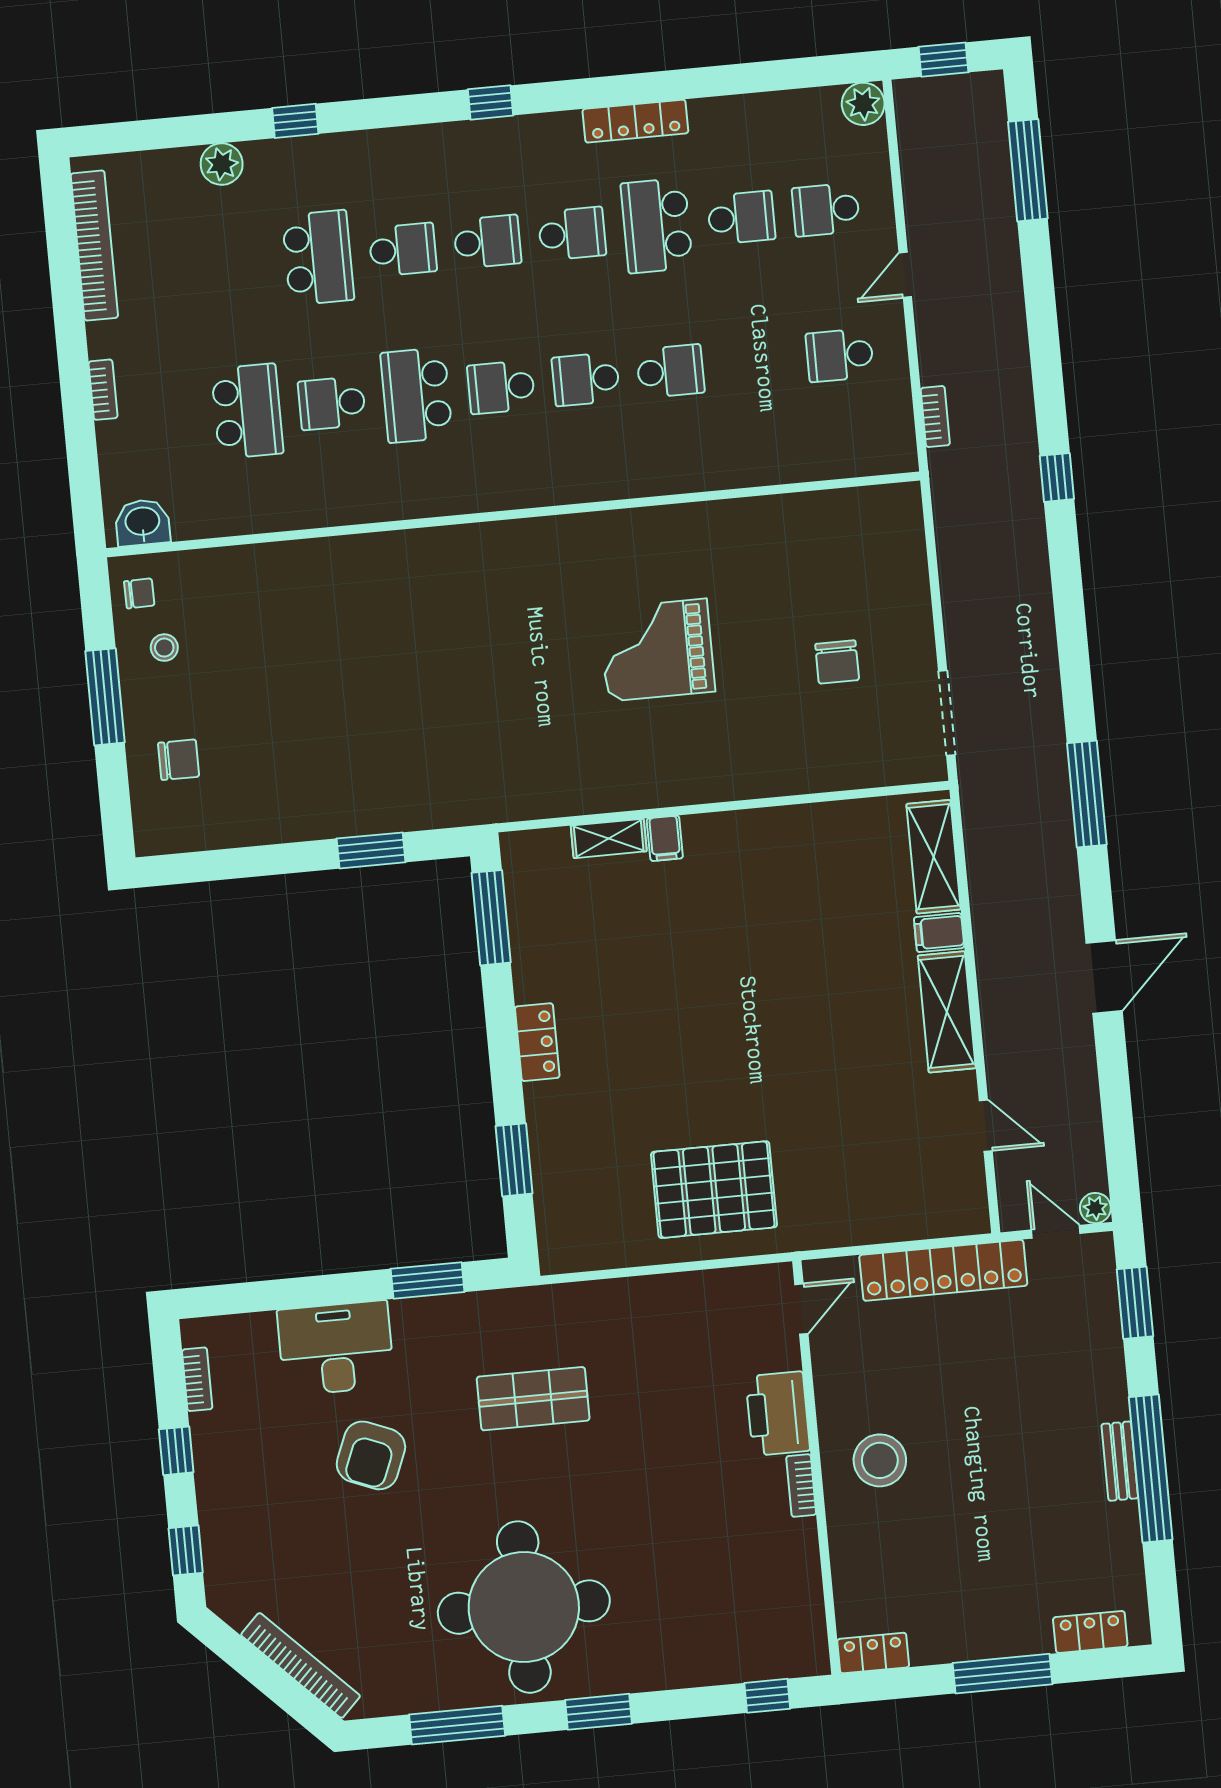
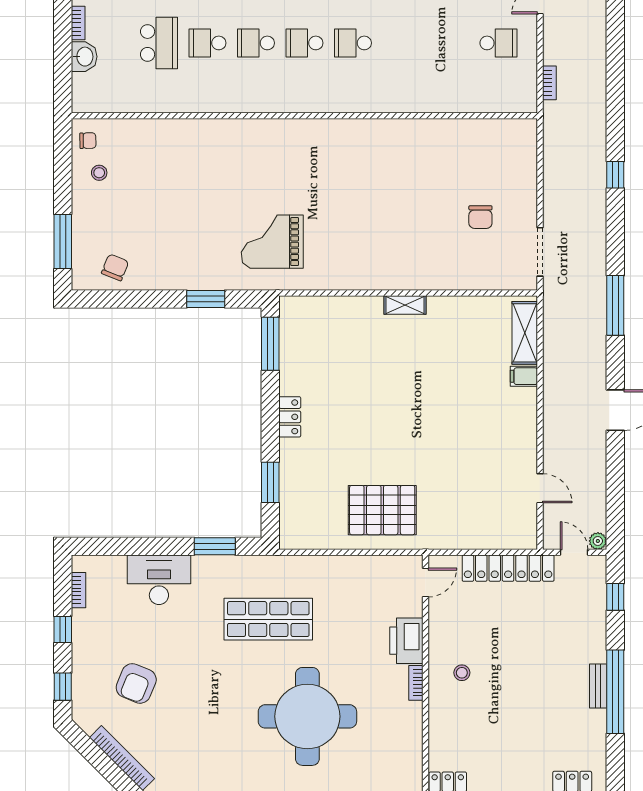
school desk: (840, 355) -> (498, 43), turned 180
school desk: (670, 371) -> (401, 43), removed
school desk: (416, 395) -> (256, 43), width x0.54
window: (1057, 477) -> (615, 175), moved
washbasin: (143, 522) -> (84, 57), moved, turned 90
grand piano: (657, 650) -> (272, 242), moved
window: (105, 697) -> (63, 241), moved
chair: (179, 760) -> (115, 267), moved, turned -68
shelving: (609, 838) -> (405, 305), moved
filing cabinet: (665, 838) -> (373, 308), removed
shelving: (947, 1012) -> (524, 422), removed
window: (1135, 1303) -> (615, 597), width x0.67
shop shelf: (533, 1399) -> (268, 619), width x1.43, depth x1.36
armchair: (371, 1455) -> (136, 683), moved
stool: (880, 1460) -> (462, 673), width x0.53, depth x0.53
round table: (524, 1607) -> (307, 716), moved

